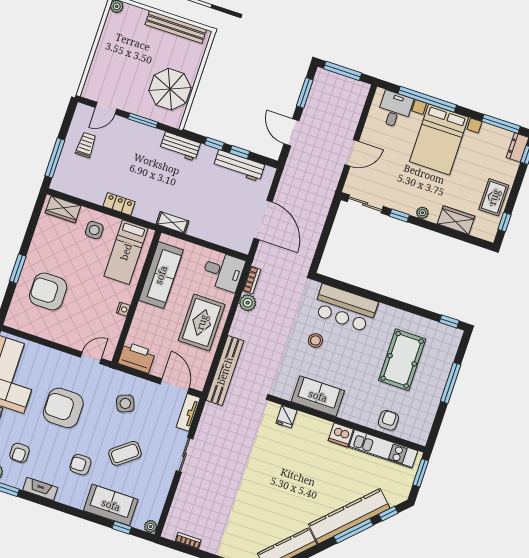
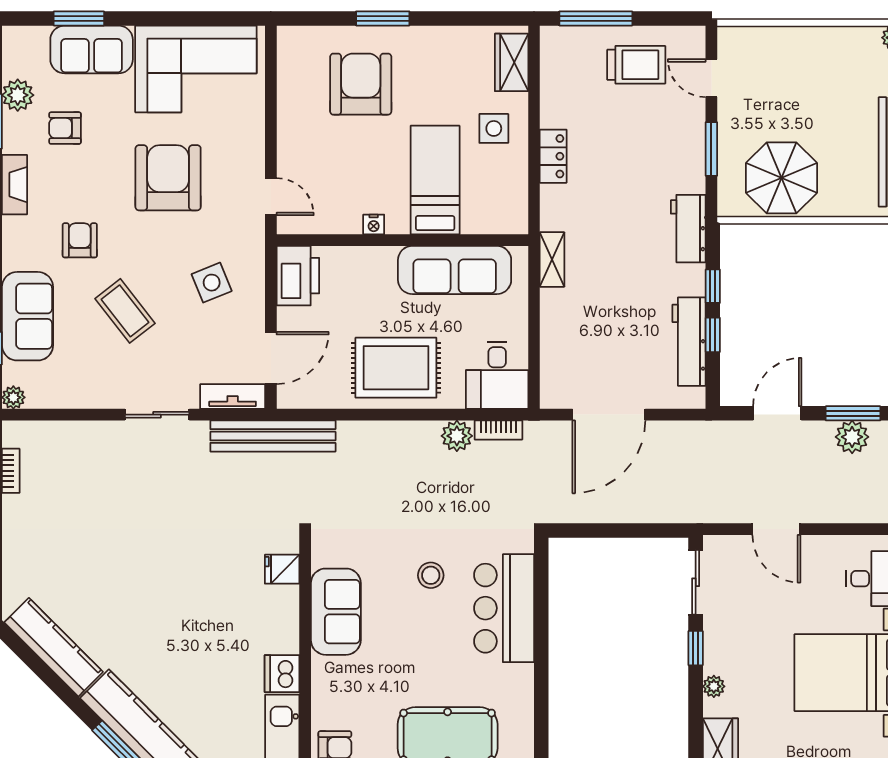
plant: (317, 98) -> (852, 437), added
trolley: (86, 145) -> (636, 65), width x1.36, depth x1.39
bed: (126, 252) -> (435, 180), moved, turned 90
bench: (225, 371) -> (273, 436), moved

